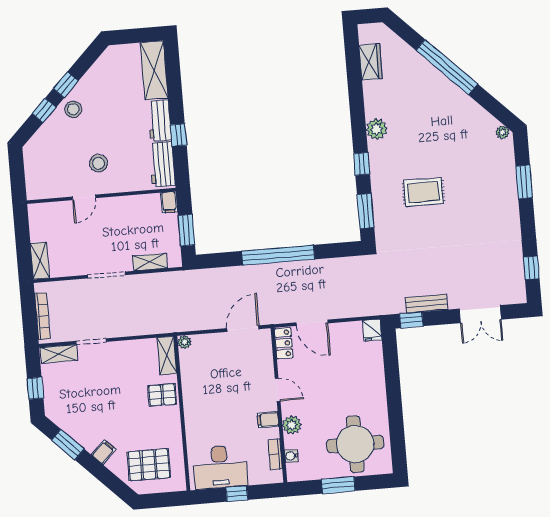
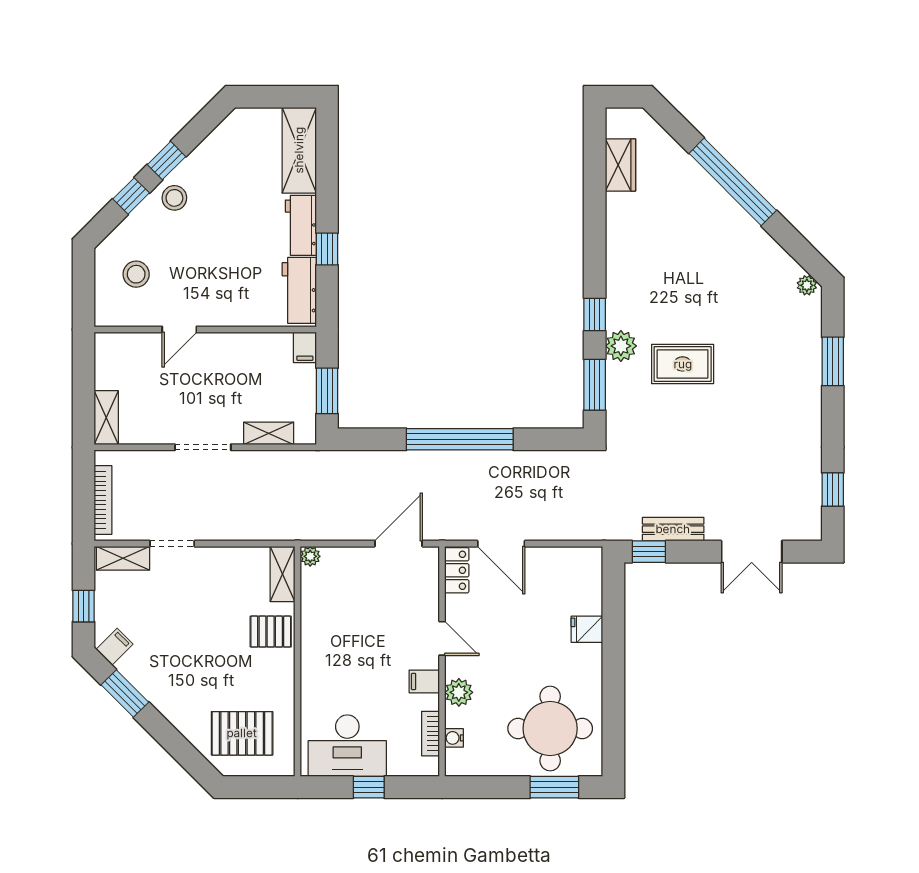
plant: (377, 129) -> (621, 346), moved
stool: (99, 163) -> (136, 274), moved
fridge: (372, 330) -> (587, 629), moved, turned 90
filing cabinet: (104, 452) -> (114, 647), moved
window: (338, 485) -> (554, 787), moved

